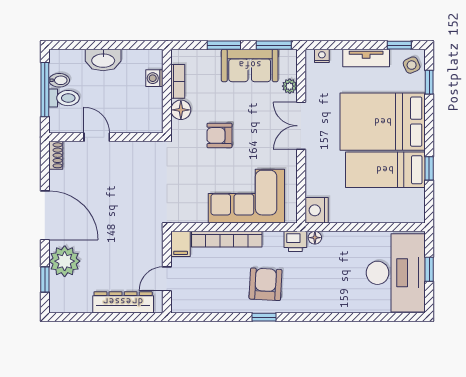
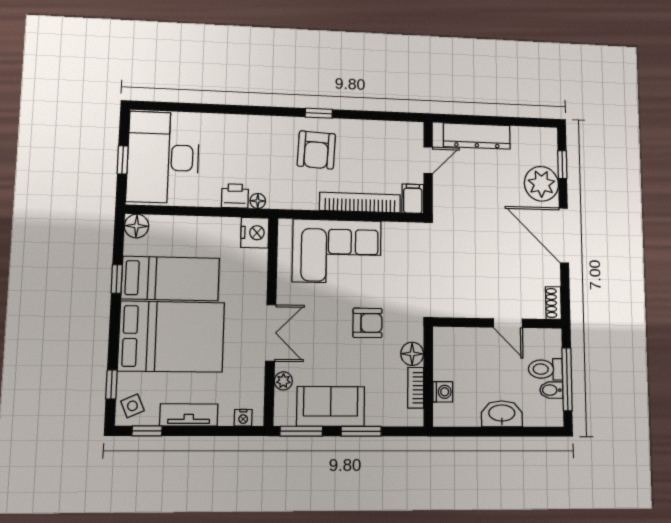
floor lamp: (415, 213) -> (136, 226), added
printer: (295, 241) -> (235, 196), moved

